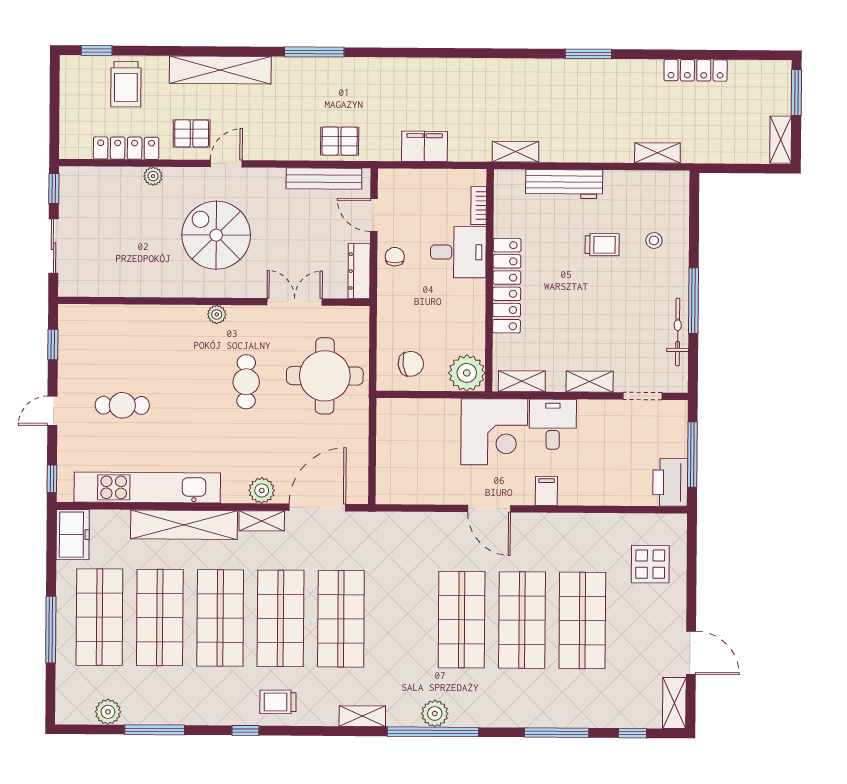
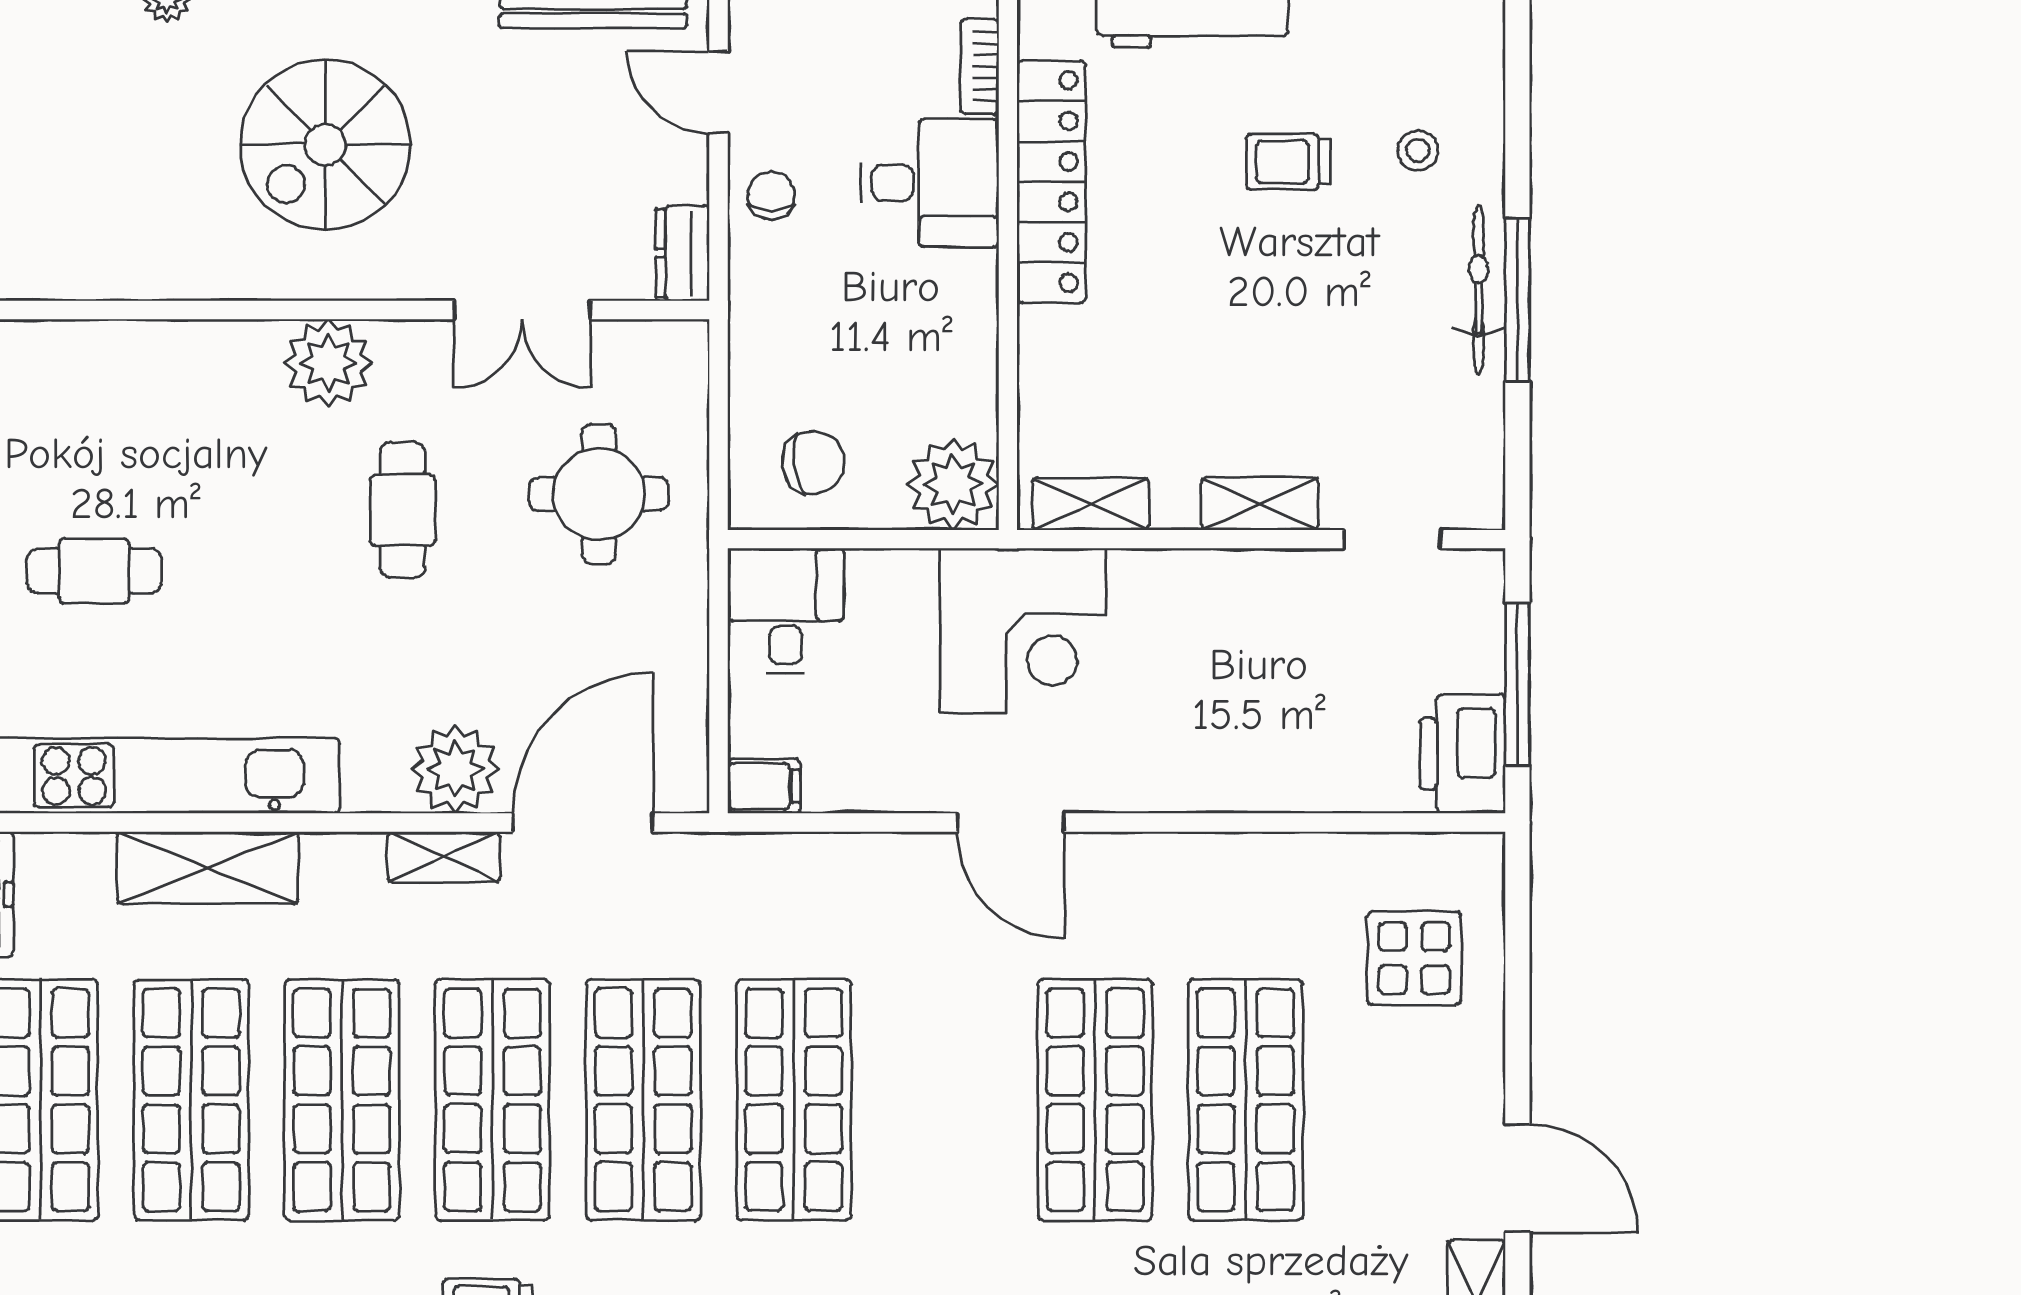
spiral stairs: (216, 235) -> (325, 145), turned -90
trolley: (602, 245) -> (1288, 162), turned 180
dresser: (359, 271) -> (683, 253), width x0.70
locker: (507, 286) -> (1051, 182), moved
double door: (295, 302) -> (522, 310), swing flipped
plant: (217, 314) -> (328, 363), width x1.88, depth x1.88
bicycle: (678, 332) -> (1479, 290), moved
round table: (325, 376) -> (599, 494), width x0.73, depth x0.73
desk: (553, 424) -> (786, 611), moved
plant: (262, 490) -> (455, 769), width x1.36, depth x1.36
filing cabinet: (546, 491) -> (764, 786), moved, turned 90
shelving: (184, 525) -> (208, 868), width x0.68
shop shelf: (462, 620) -> (794, 1100), moved

